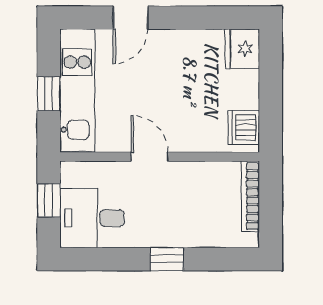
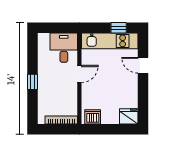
window: (49, 94) -> (119, 28), moved
window: (49, 200) -> (59, 28), removed
desk: (92, 218) -> (64, 48), moved

